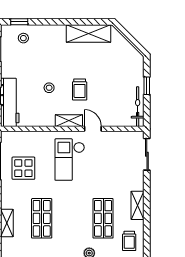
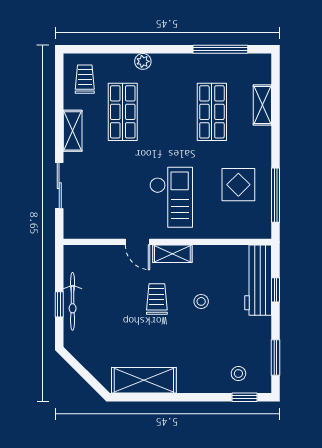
bicycle: (138, 107) -> (73, 301), moved
sliding door: (147, 154) -> (59, 186), moved

